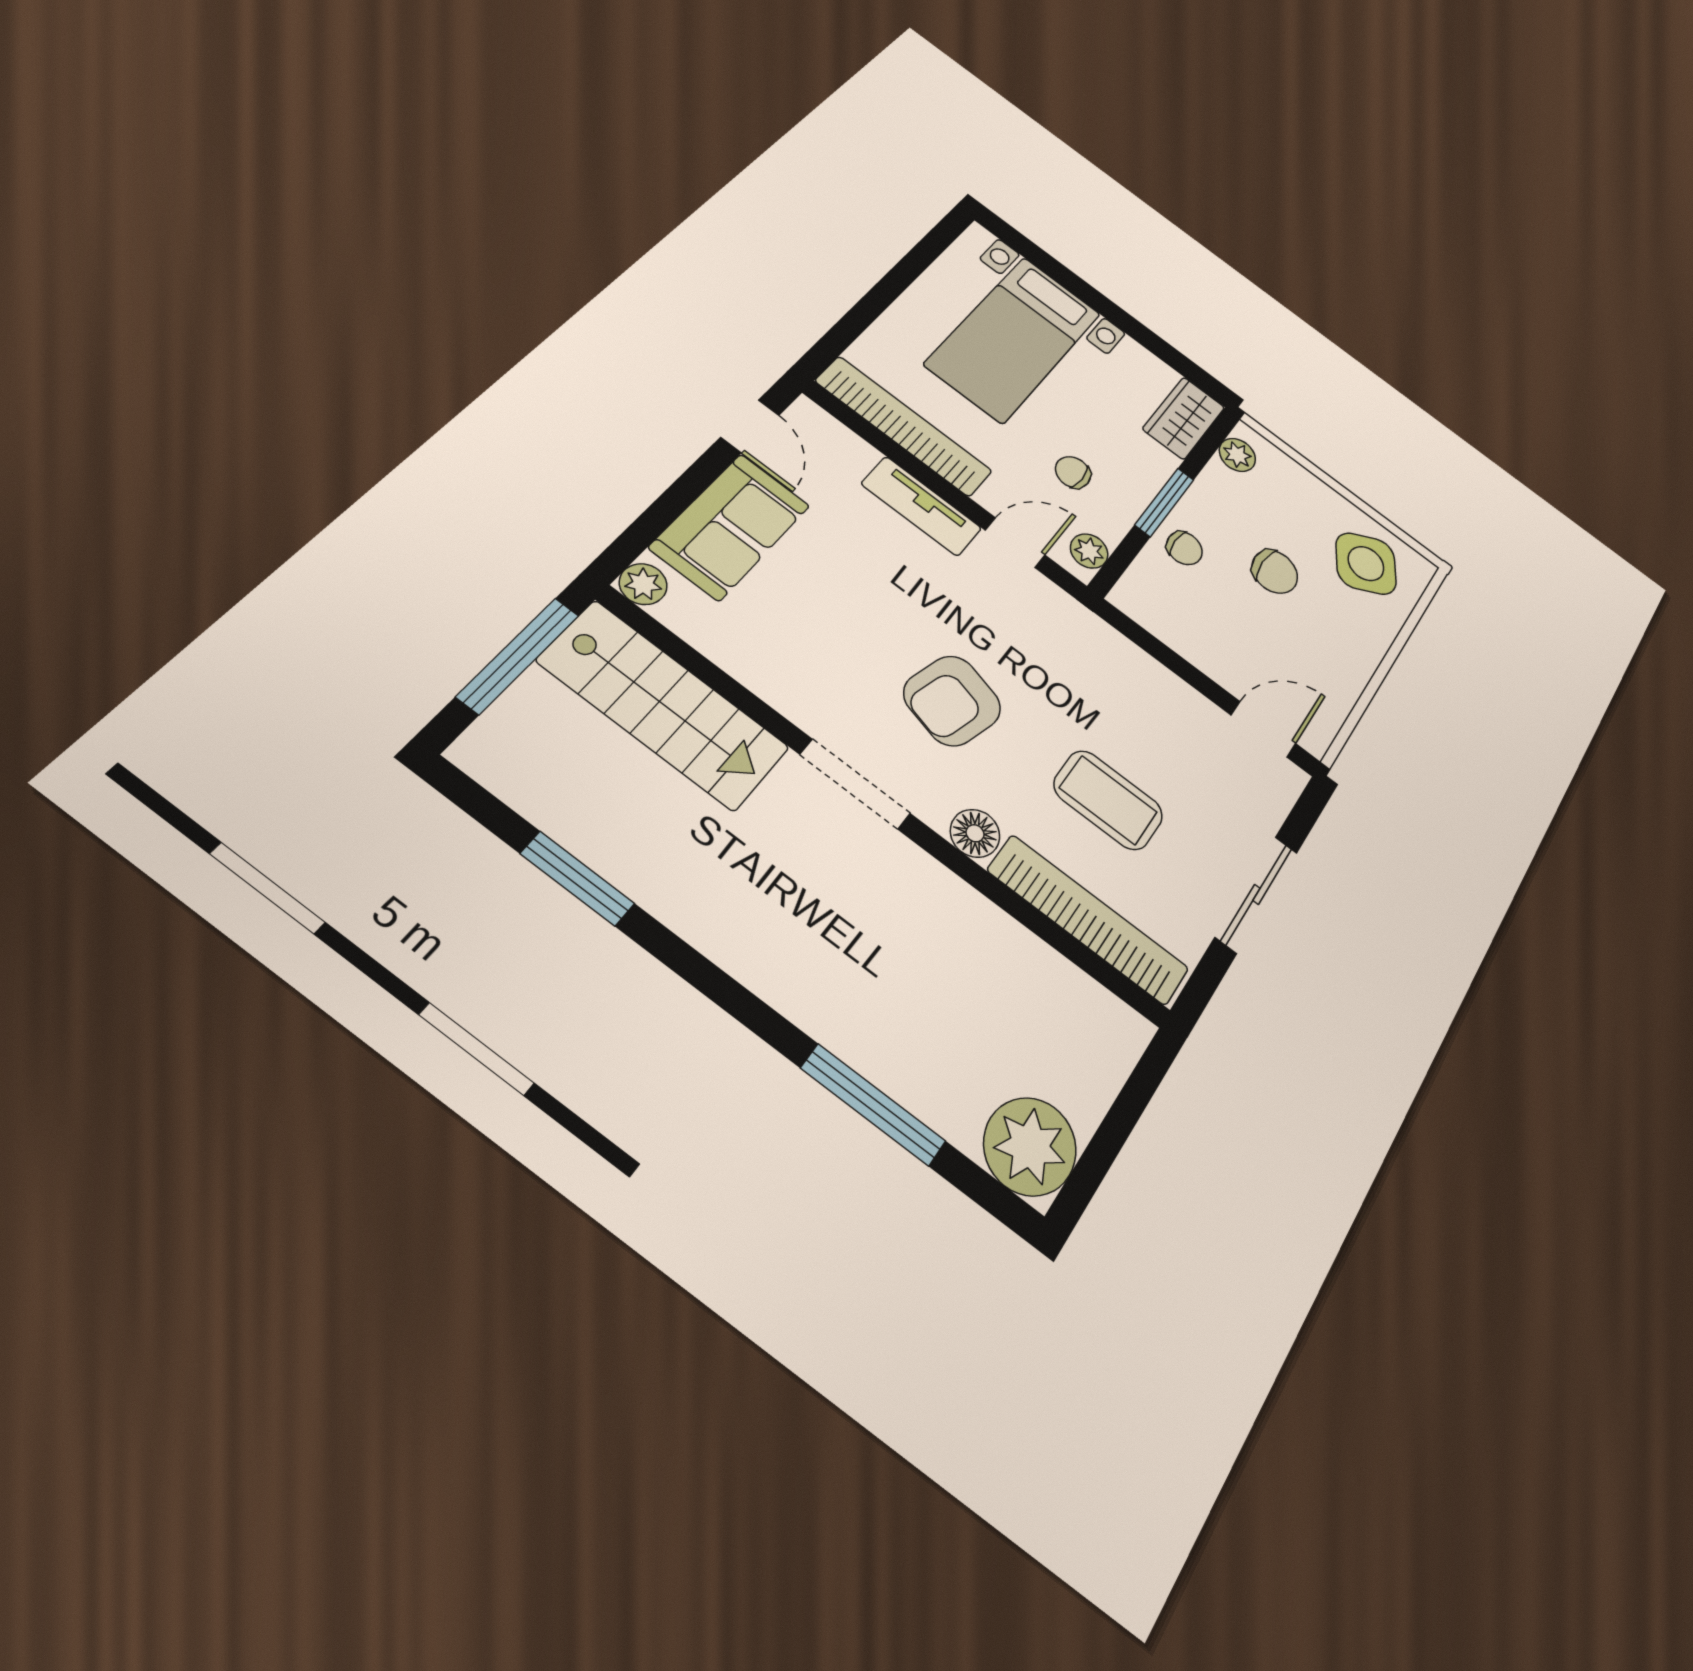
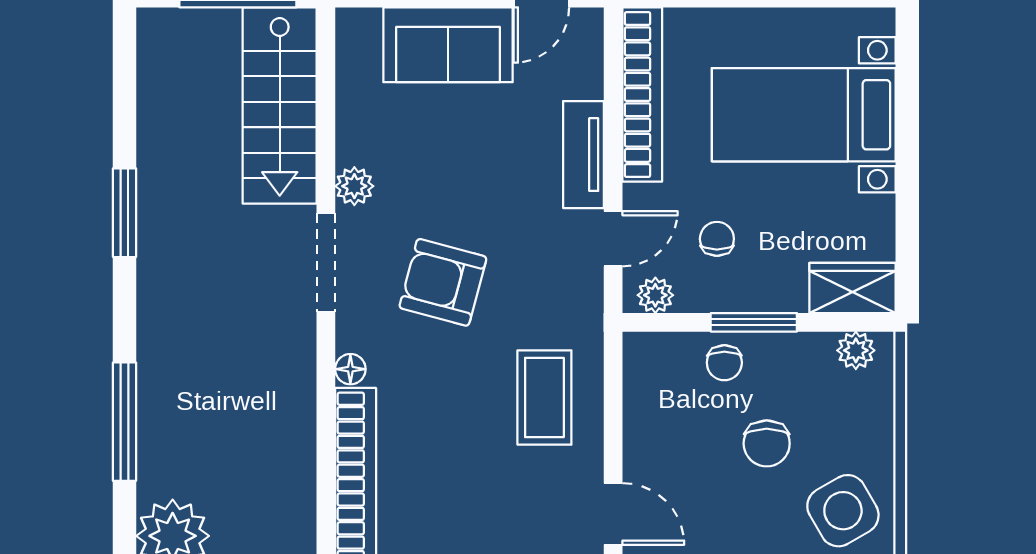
door: (1015, 543) -> (613, 239), hinge flipped
plant: (643, 584) -> (354, 186), moved
coffee table: (1108, 800) -> (544, 397), moved
floor lamp: (975, 833) -> (350, 369), width x0.73, depth x0.73
window: (577, 879) -> (124, 213), moved

